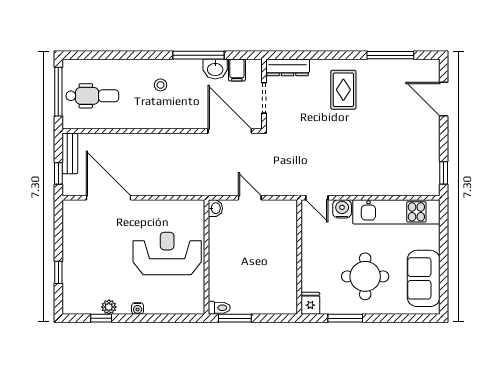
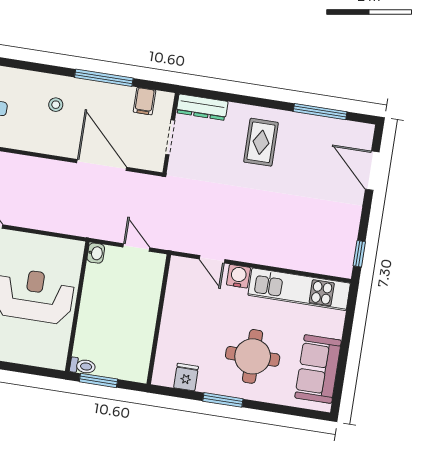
washbasin: (215, 69) -> (120, 96), removed
door: (230, 131) -> (102, 165), moved
wall: (299, 257) -> (159, 319), moved

